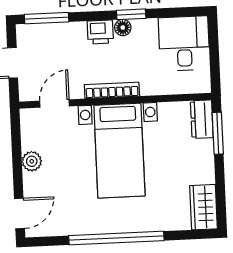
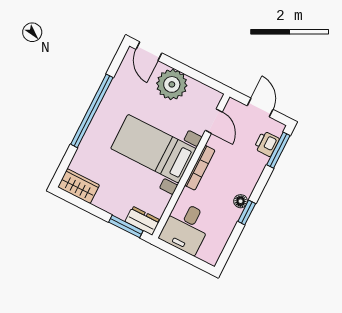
printer: (100, 32) -> (267, 144), moved
desk: (184, 43) -> (186, 228), moved, turned 90
plant: (32, 161) -> (172, 84), width x1.87, depth x1.87

